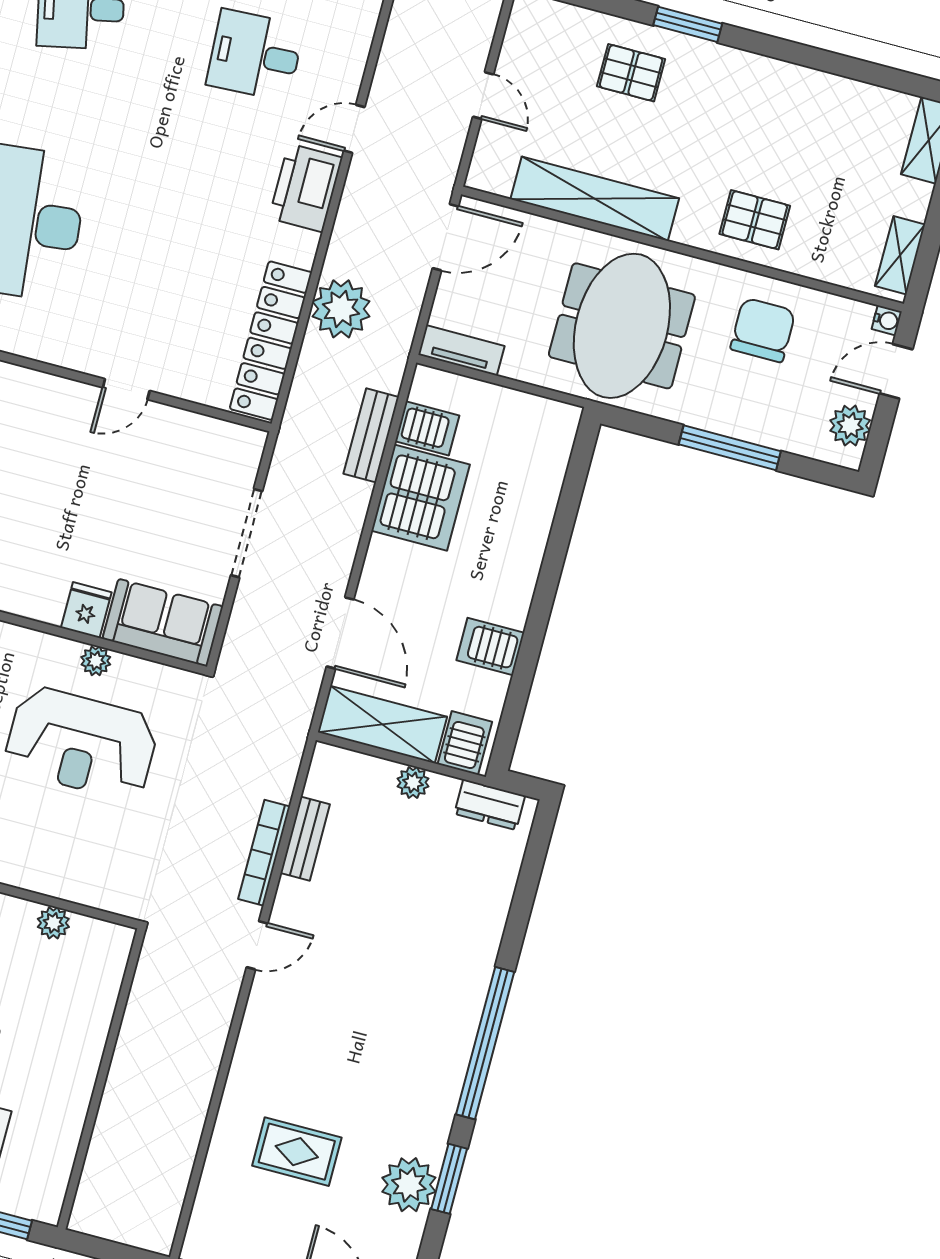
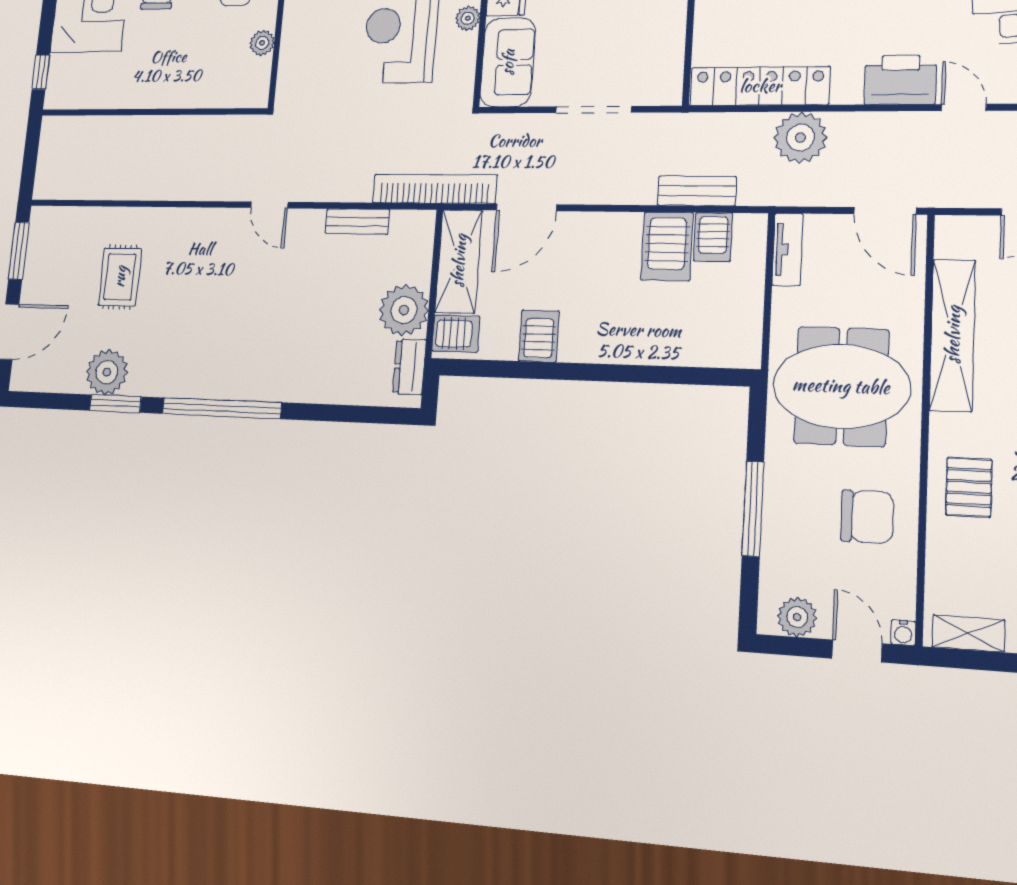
server rack: (421, 498) -> (667, 246), width x0.62
plant: (413, 782) -> (404, 310), width x1.87, depth x1.87
bookcase: (264, 853) -> (434, 189), moved, width x1.48, depth x1.31

